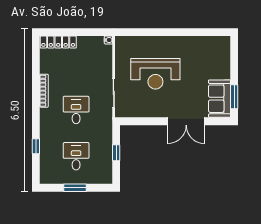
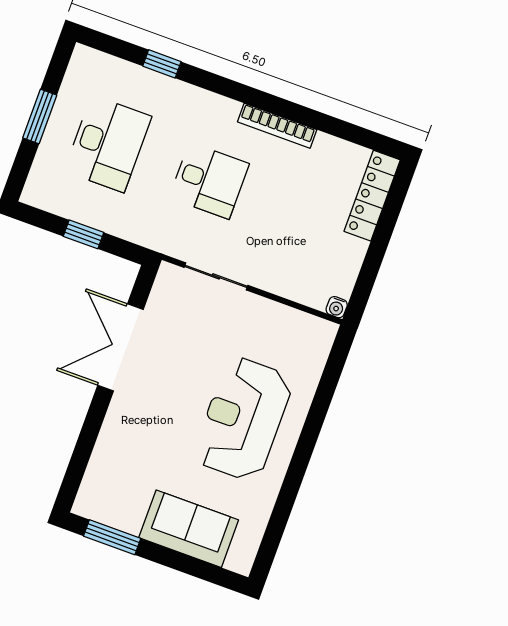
reception desk: (155, 74) -> (243, 419), moved
sofa: (219, 99) -> (189, 529), moved
double door: (186, 121) -> (120, 347), moved
desk: (76, 156) -> (108, 144), width x1.37

